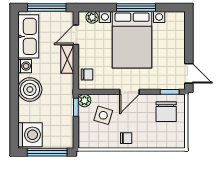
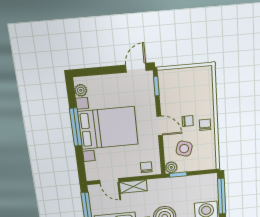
plant: (92, 17) -> (81, 90), moved
chair: (166, 112) -> (188, 121), moved, width x0.54, depth x0.54

